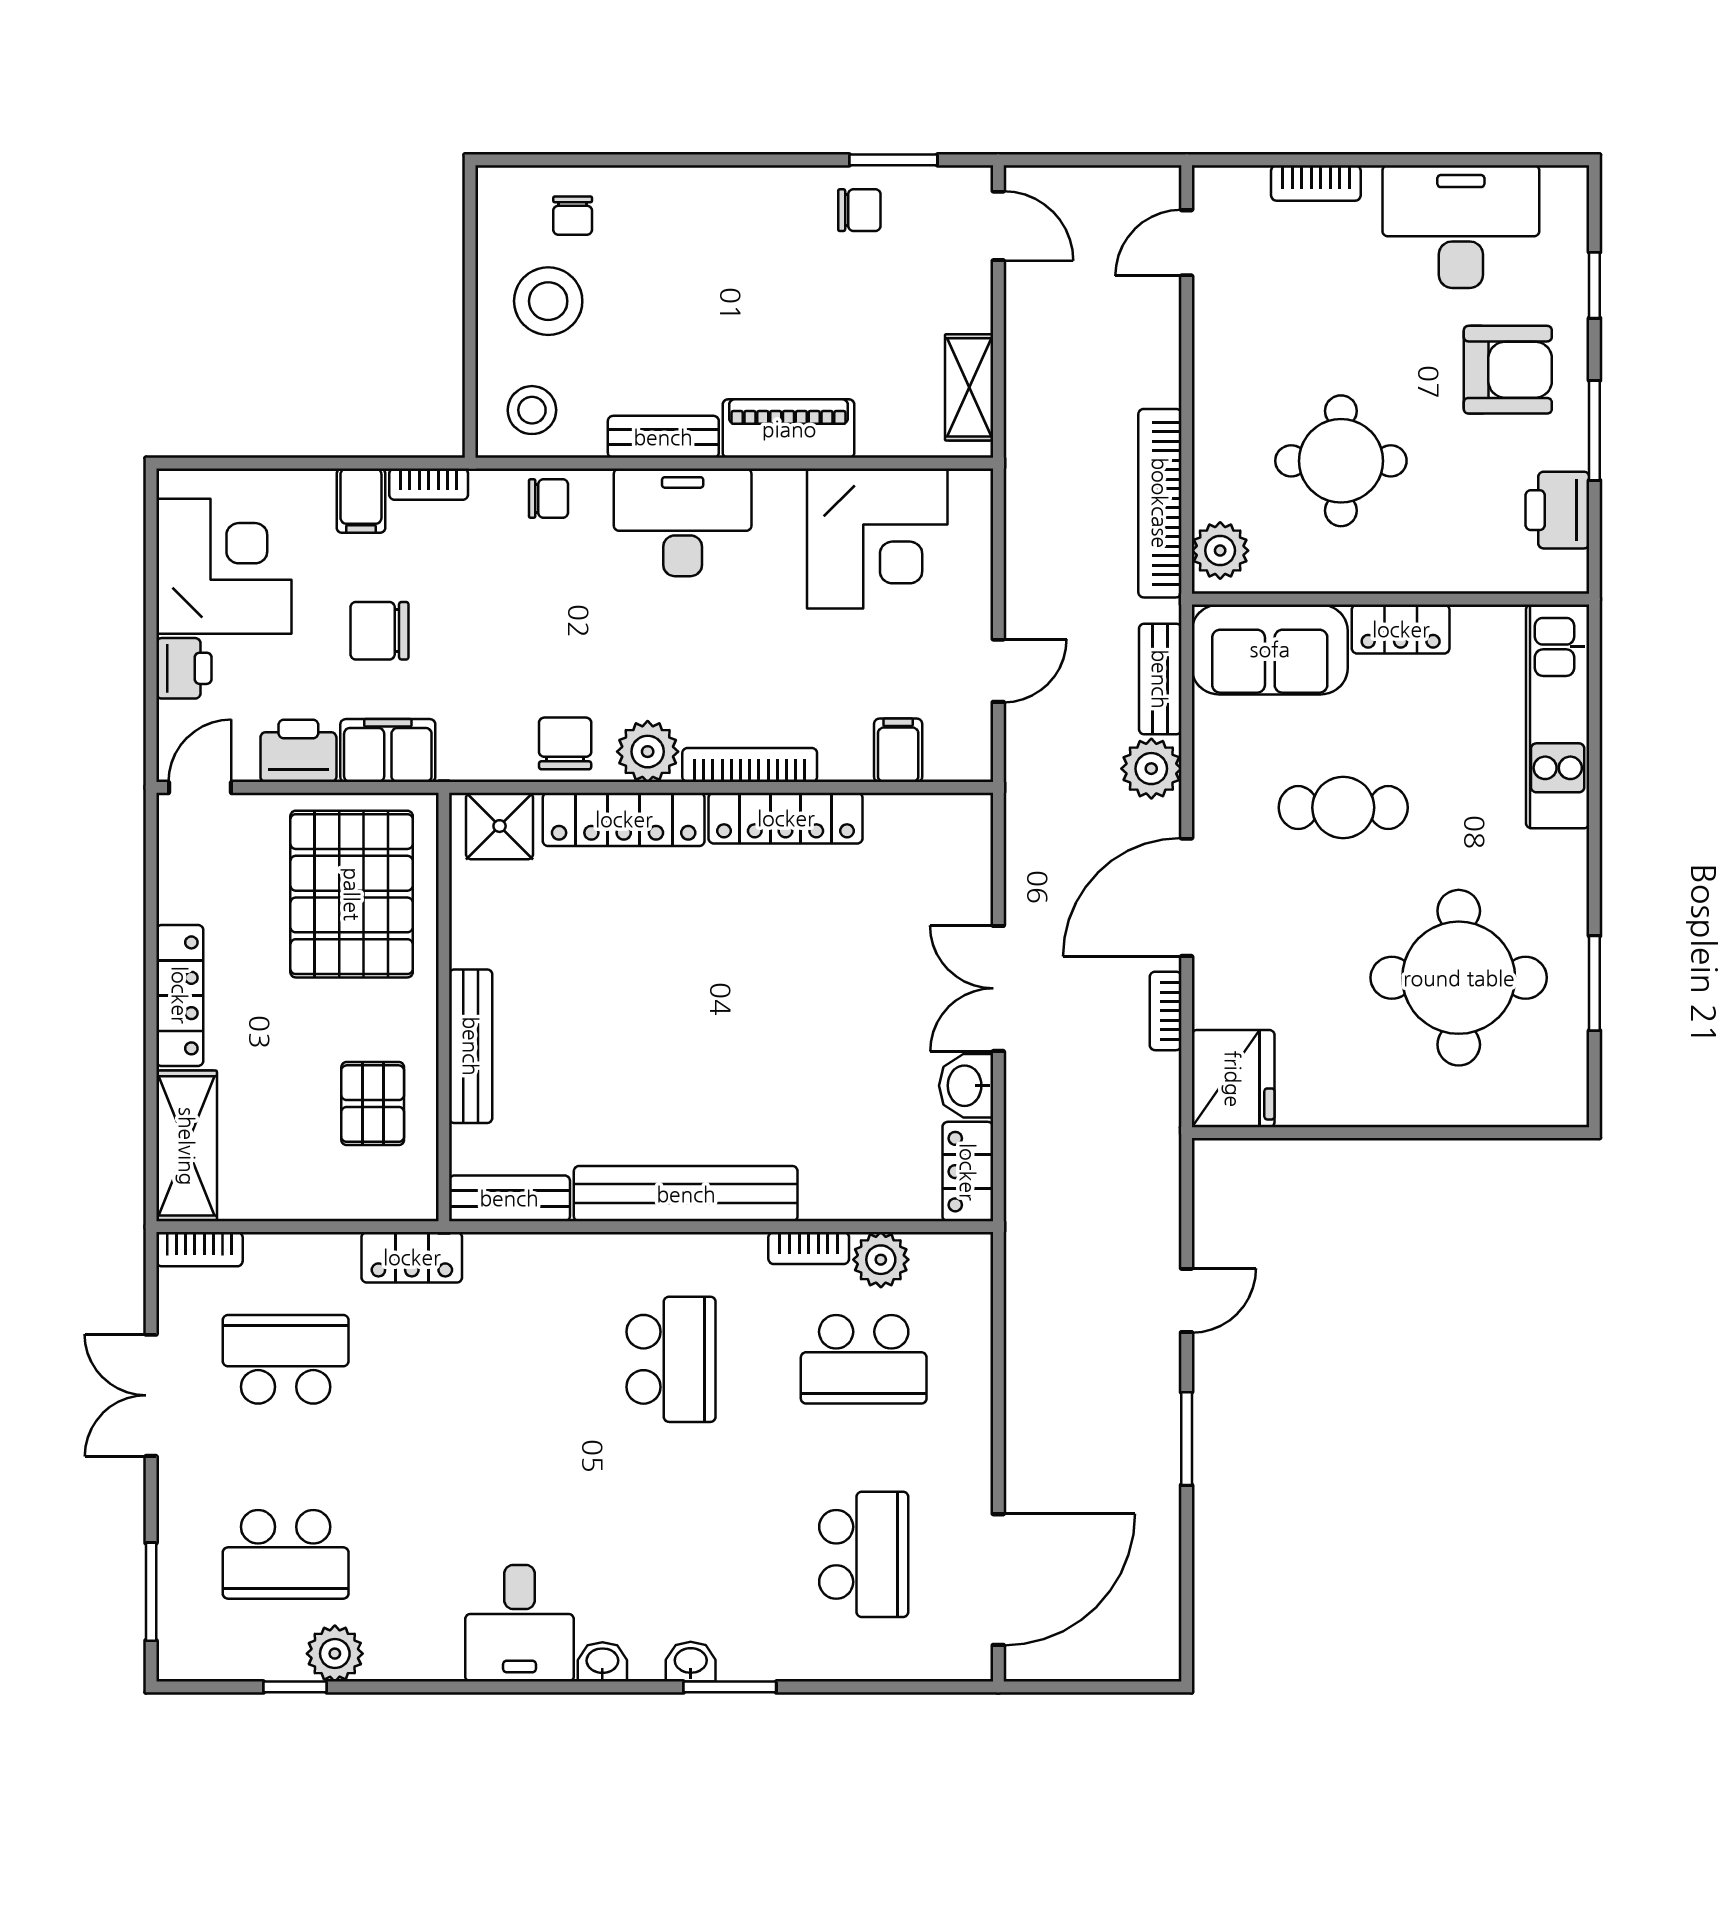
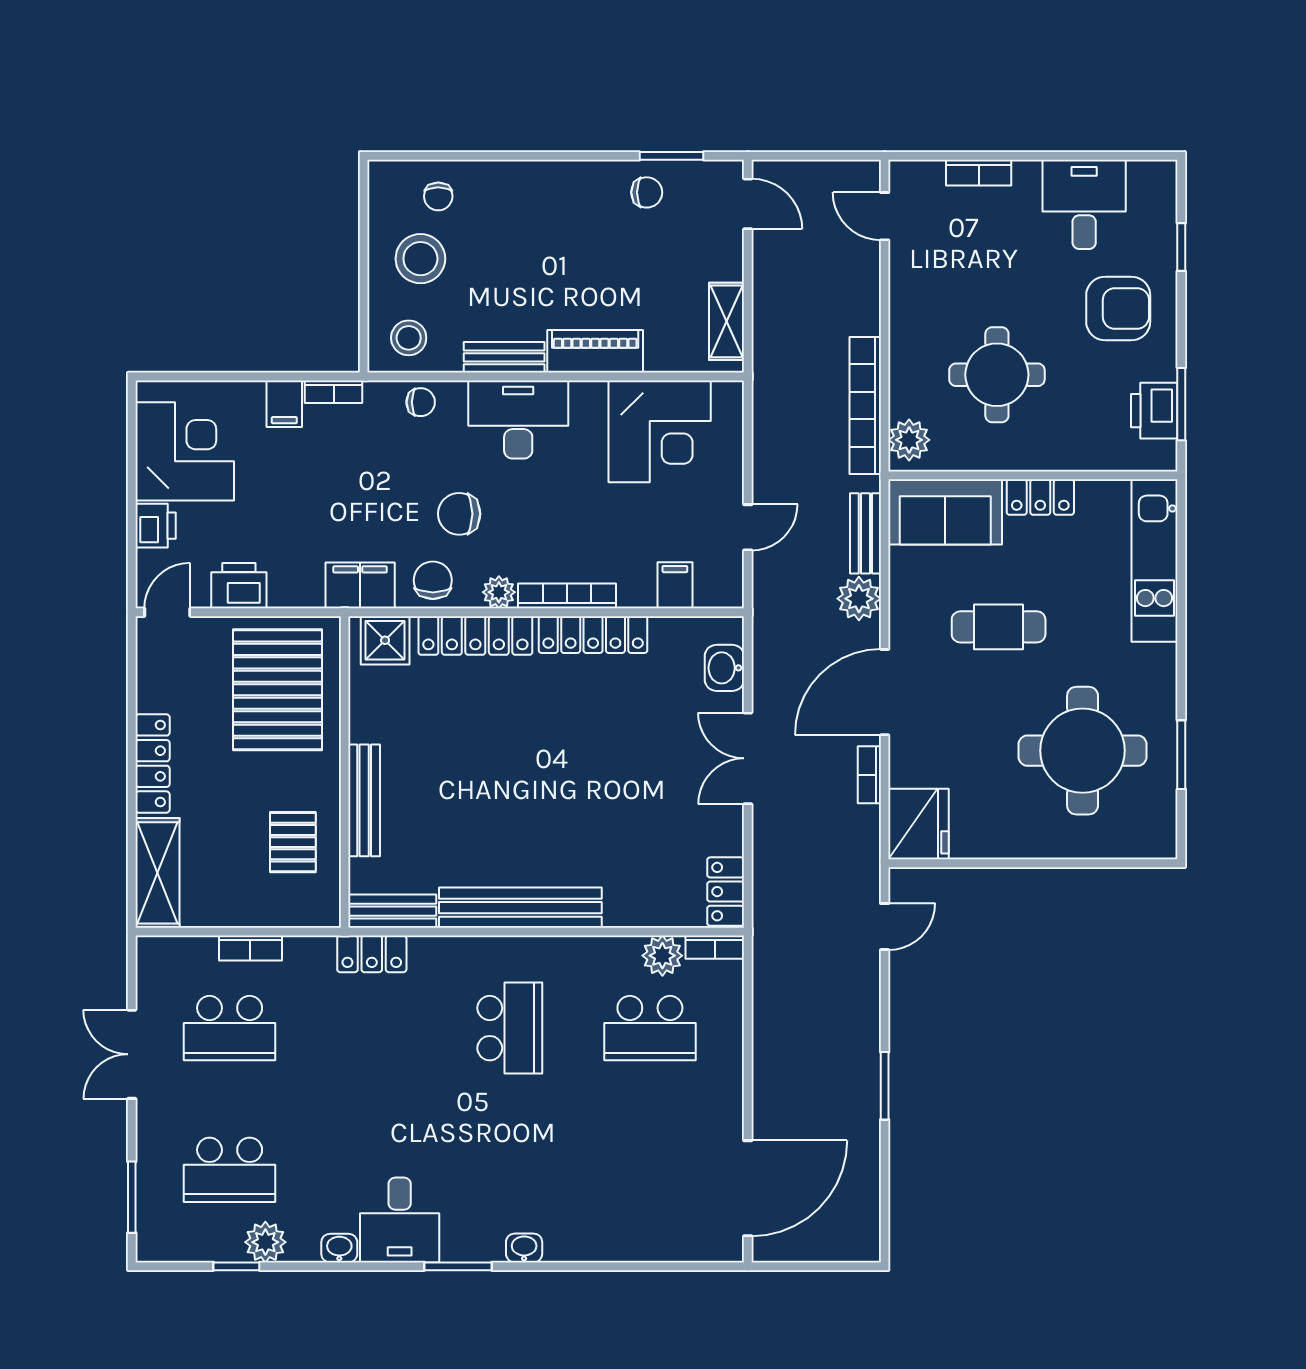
desk: (1461, 227) -> (1084, 204), width x0.73
door: (1187, 243) -> (885, 216), hinge flipped
window: (1594, 430) -> (1181, 404), moved
chair: (380, 631) -> (459, 514), moved
filing cabinet: (388, 751) -> (360, 585), moved
plant: (648, 752) -> (499, 592), width x0.73, depth x0.73
washbasin: (966, 1086) -> (724, 668), moved
bookcase: (809, 1248) -> (715, 947), moved
bookcase: (199, 1249) -> (250, 948), moved
locker: (412, 1257) -> (372, 954), moved
door: (1187, 1300) -> (885, 927), moved
school desk: (286, 1359) -> (230, 1028), turned 180
school desk: (864, 1554) -> (650, 1170), removed
washbasin: (602, 1662) -> (339, 1248), moved
window: (730, 1687) -> (458, 1266), moved

